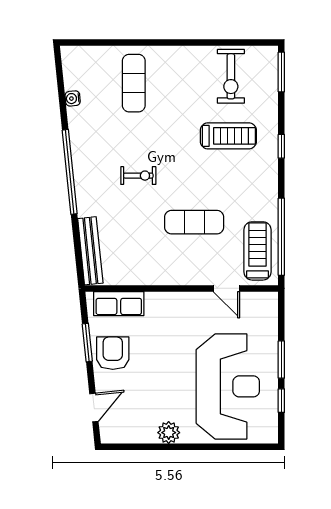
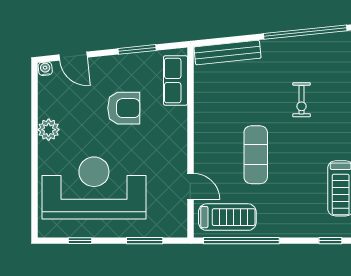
door: (226, 288) -> (190, 186), swing flipped
armchair: (113, 353) -> (124, 108), moved
window: (281, 360) -> (145, 241), moved
reception desk: (228, 386) -> (94, 188), turned 180
water cooler: (107, 436) -> (45, 69), added

